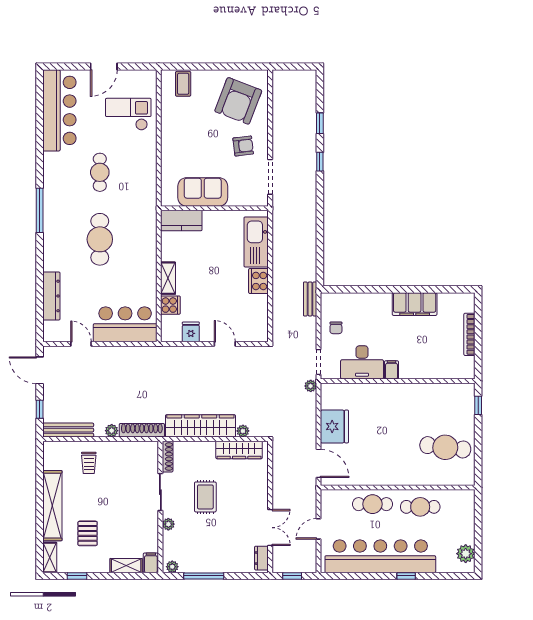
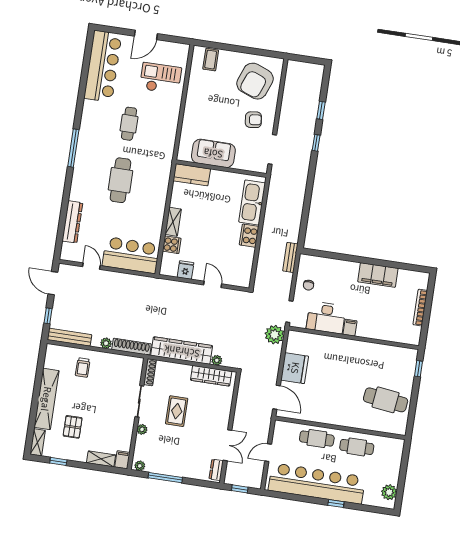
plant: (311, 386) -> (275, 335), width x1.87, depth x1.87

